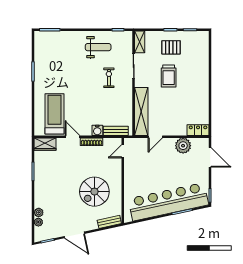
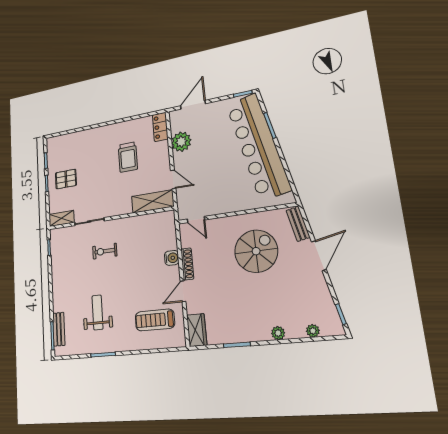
weight bench: (98, 47) -> (97, 312), moved
pallet: (171, 47) -> (66, 179), turned 90
trolley: (169, 76) -> (128, 157), moved, turned 90
shelving: (141, 112) -> (153, 201), width x0.68
treadmill: (54, 114) -> (155, 320), width x0.73, depth x0.73
bench: (116, 131) -> (59, 329), moved
spiral stairs: (94, 192) -> (256, 251), turned -90
plant: (39, 212) -> (278, 333), moved
door: (74, 235) -> (319, 256), moved

